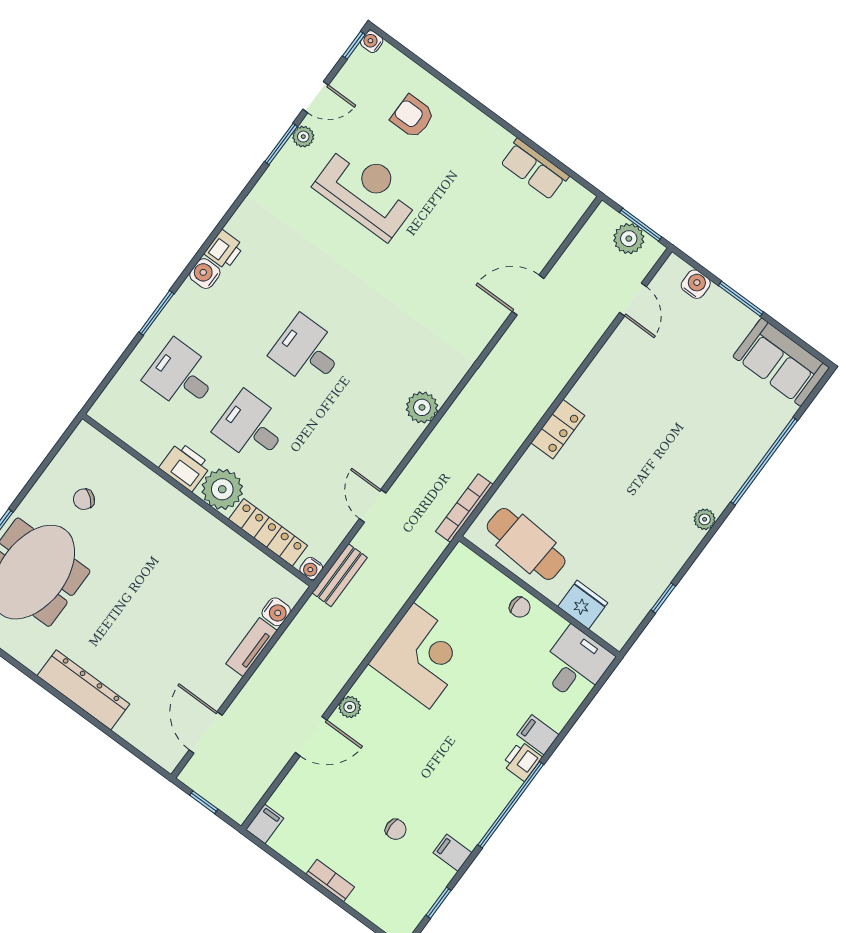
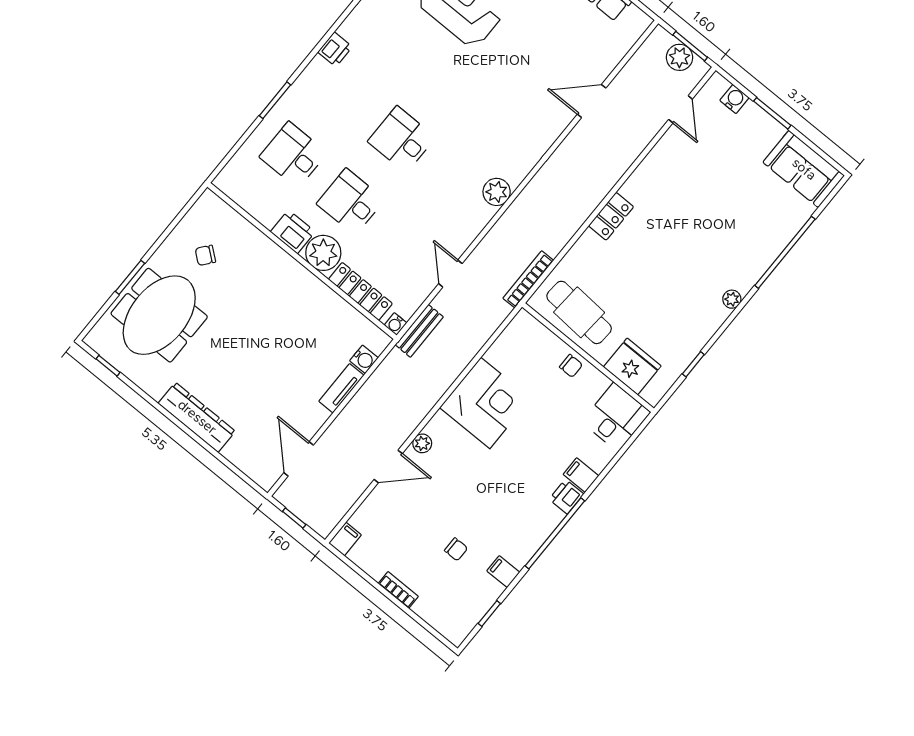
water cooler: (205, 274) -> (318, 69), removed
fridge: (583, 605) -> (632, 366), width x1.36, depth x1.34

